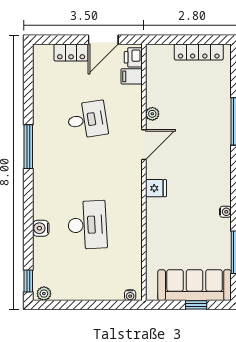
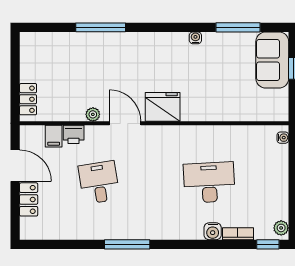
locker: (199, 52) -> (28, 99), moved, width x0.66
printer: (133, 57) -> (74, 134), moved
fridge: (156, 188) -> (163, 107), width x1.88, depth x1.34
bookcase: (38, 252) -> (238, 234), added
sofa: (195, 285) -> (272, 60), width x0.73

